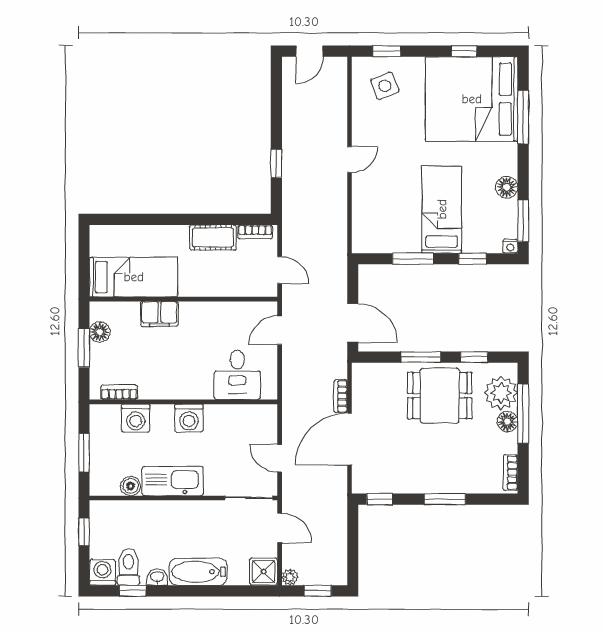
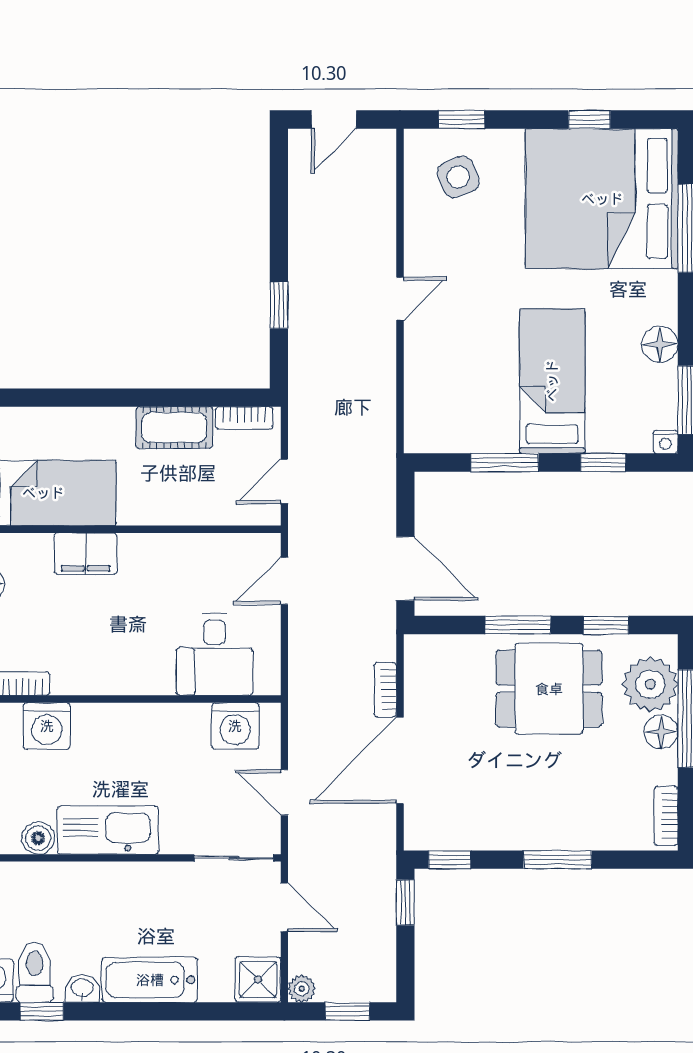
door: (280, 270) -> (284, 481), swing flipped
washing machine: (189, 418) -> (235, 726), moved
window: (353, 525) -> (405, 903), added

